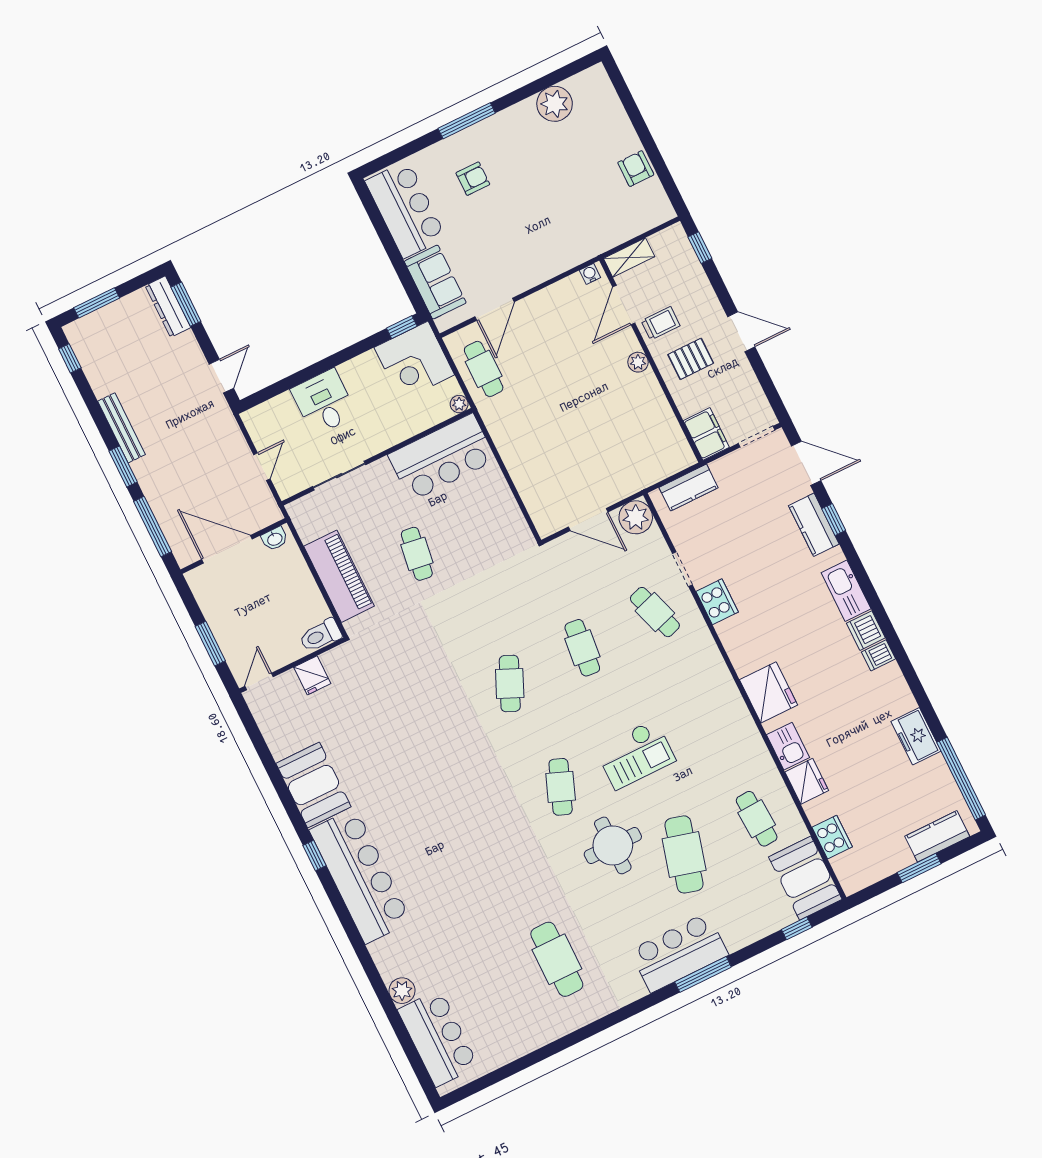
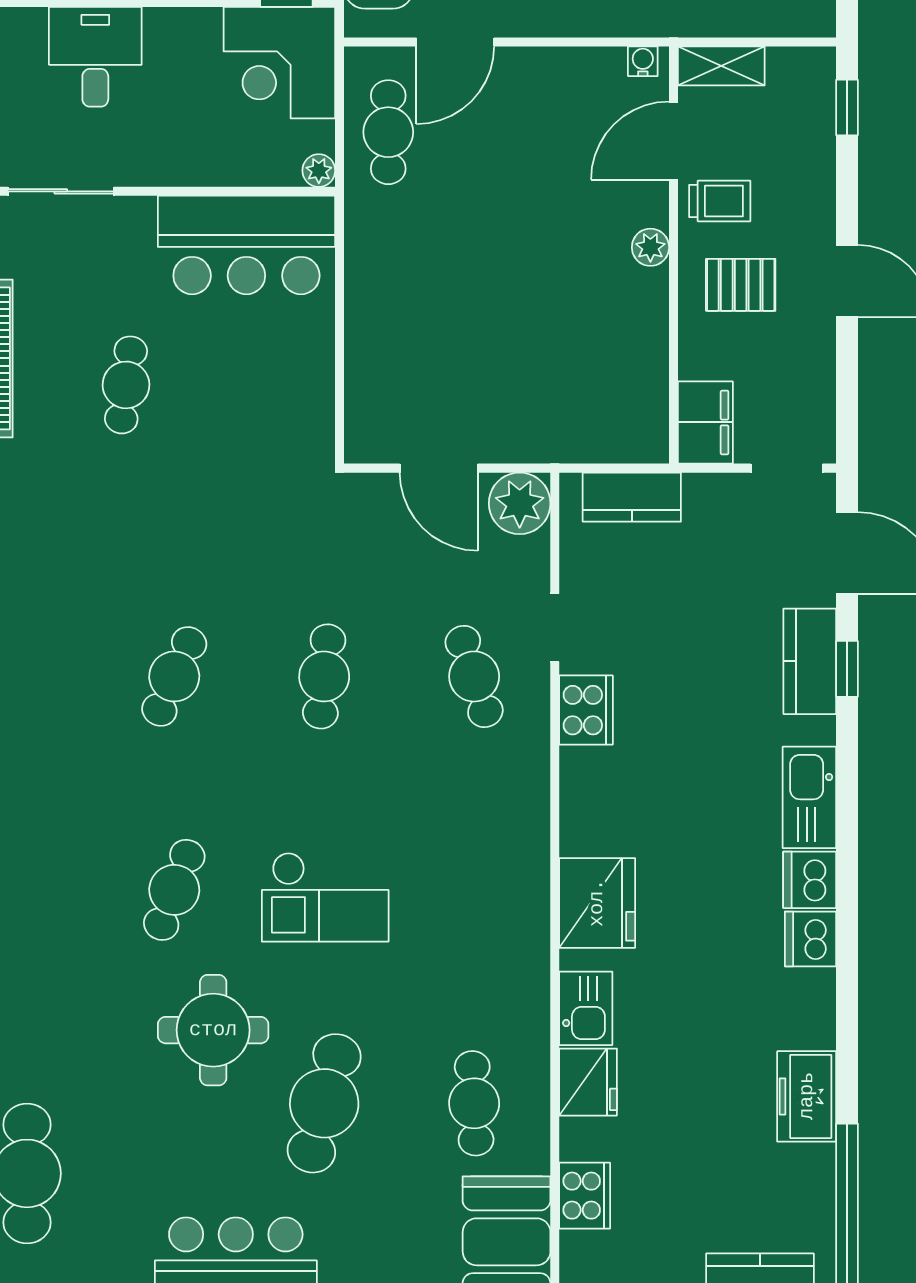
dishwasher: (879, 655) -> (810, 939), width x1.38

